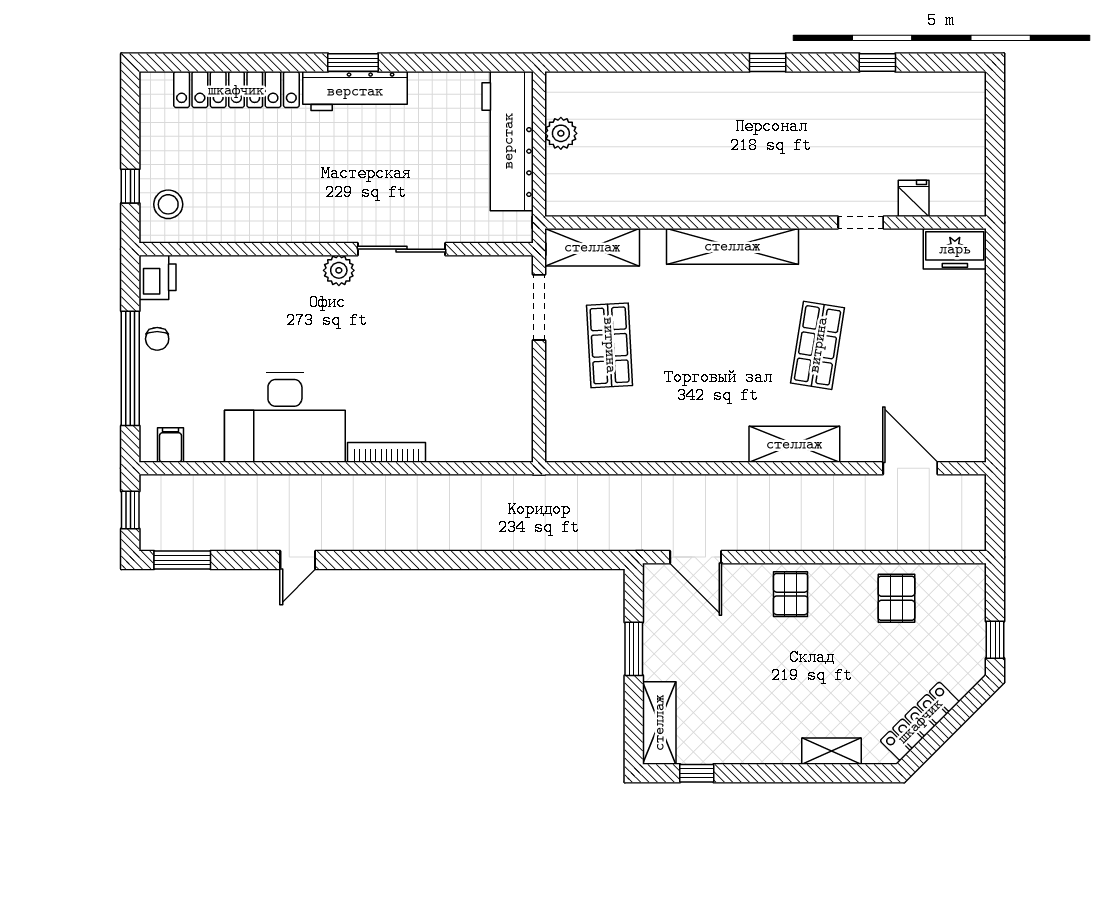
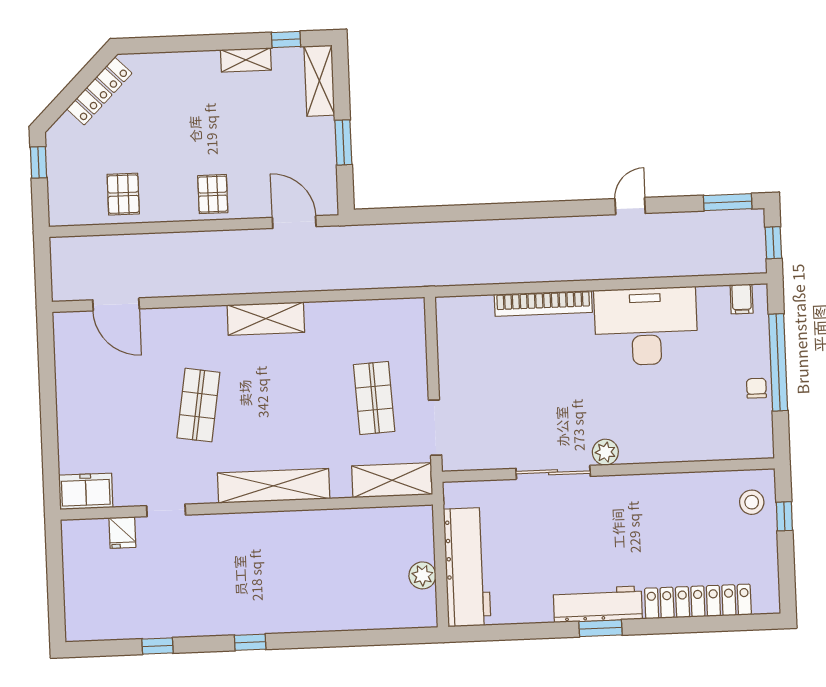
printer: (158, 277) -> (758, 440), removed
shelving: (794, 444) -> (266, 319), moved
bookcase: (386, 452) -> (543, 303), width x1.48, depth x1.31
shelving: (832, 751) -> (246, 60), moved

